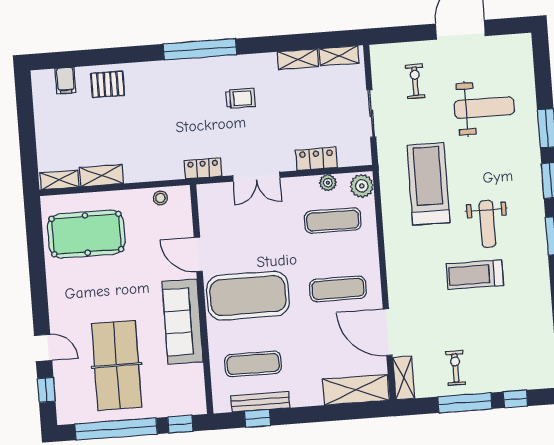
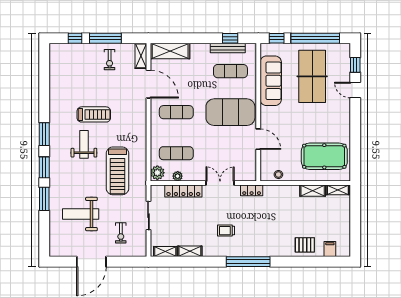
locker: (316, 159) -> (183, 191), width x1.53
sofa: (183, 321) -> (271, 81), moved

